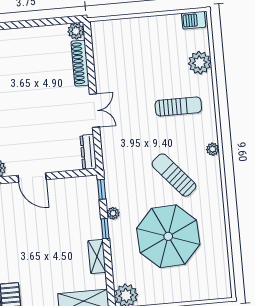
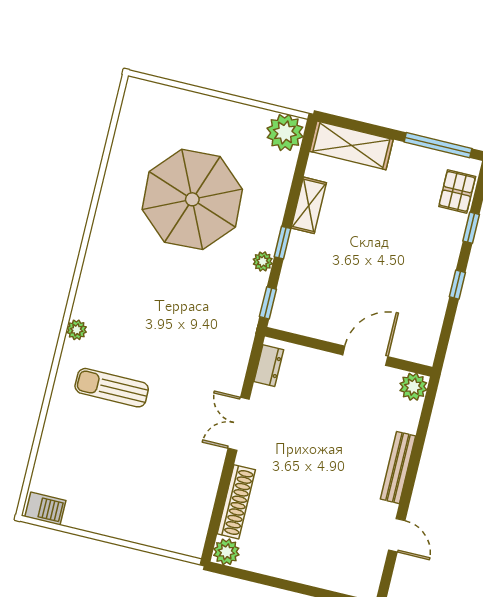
plant: (200, 63) -> (58, 442), removed
plant: (213, 149) -> (77, 330), moved
dresser: (88, 152) -> (269, 366), width x0.70
sun lounger: (174, 175) -> (153, 288), removed
door: (32, 177) -> (365, 356), hinge flipped

